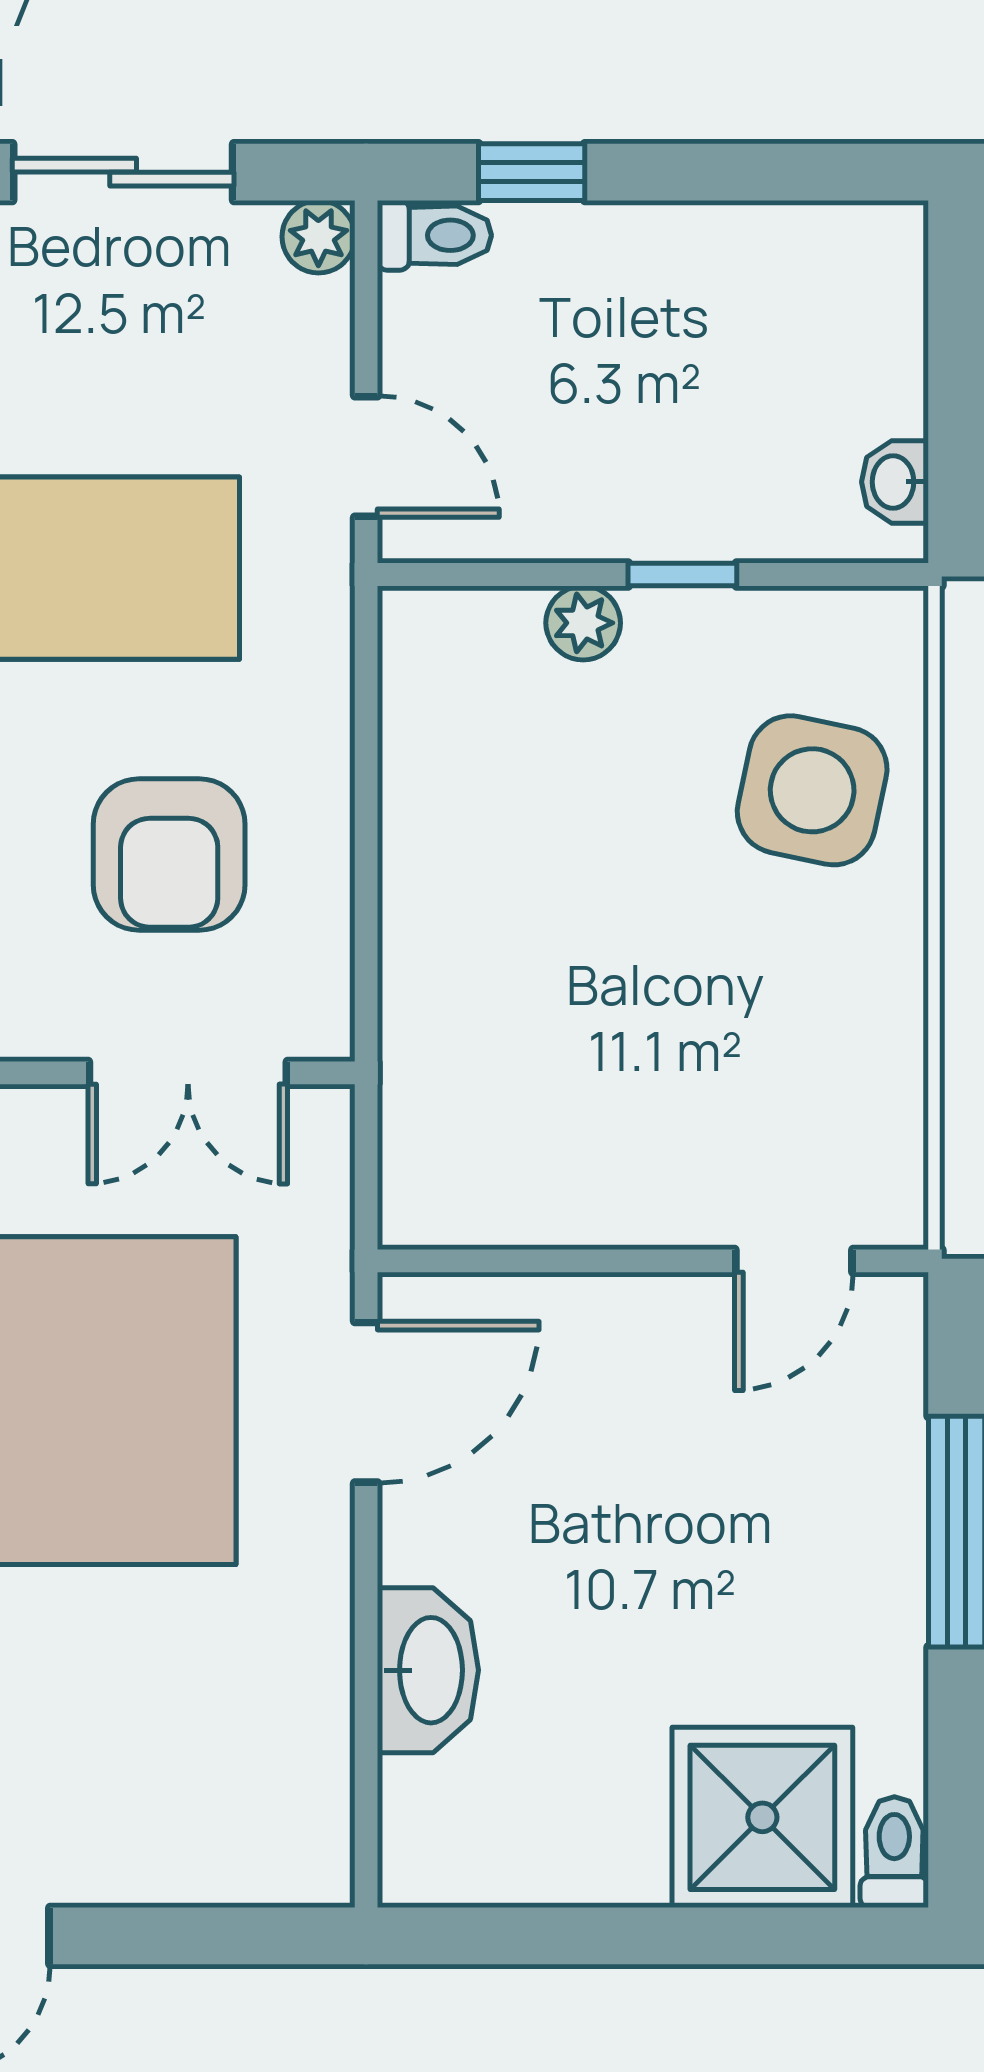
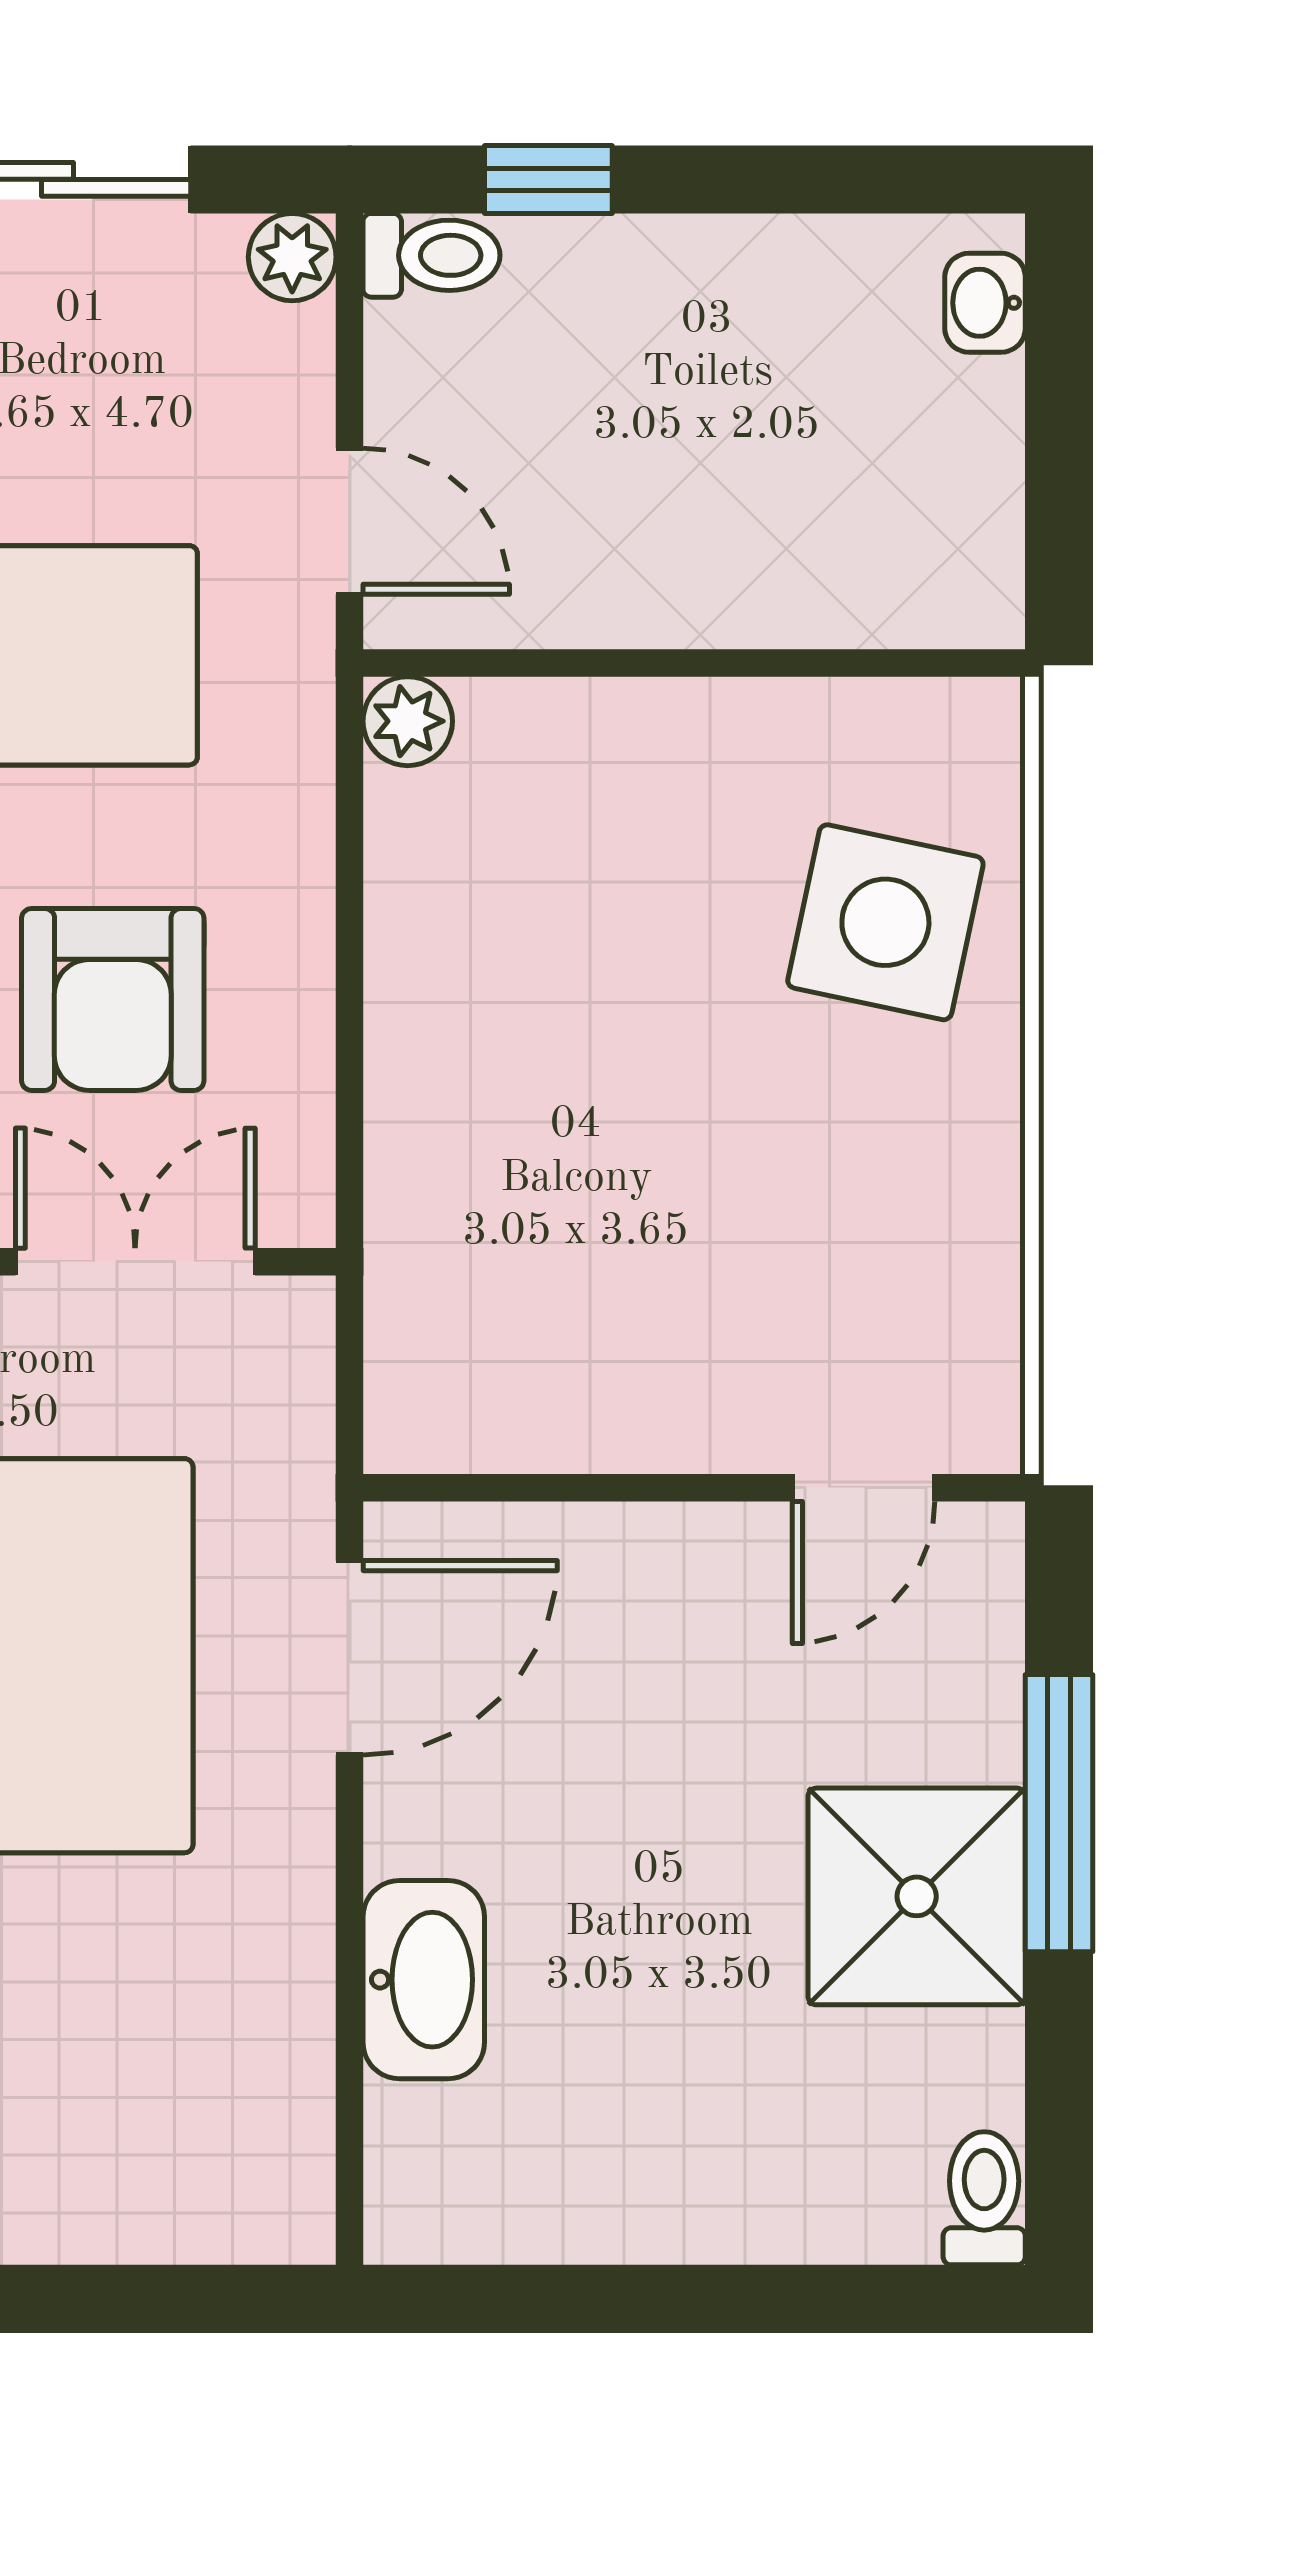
washbasin: (895, 482) -> (985, 303), moved
window: (682, 575) -> (729, 663), removed
plant: (583, 623) -> (408, 721), moved
double door: (188, 1073) -> (135, 1262), swing flipped
shower: (762, 1817) -> (917, 1896), moved

